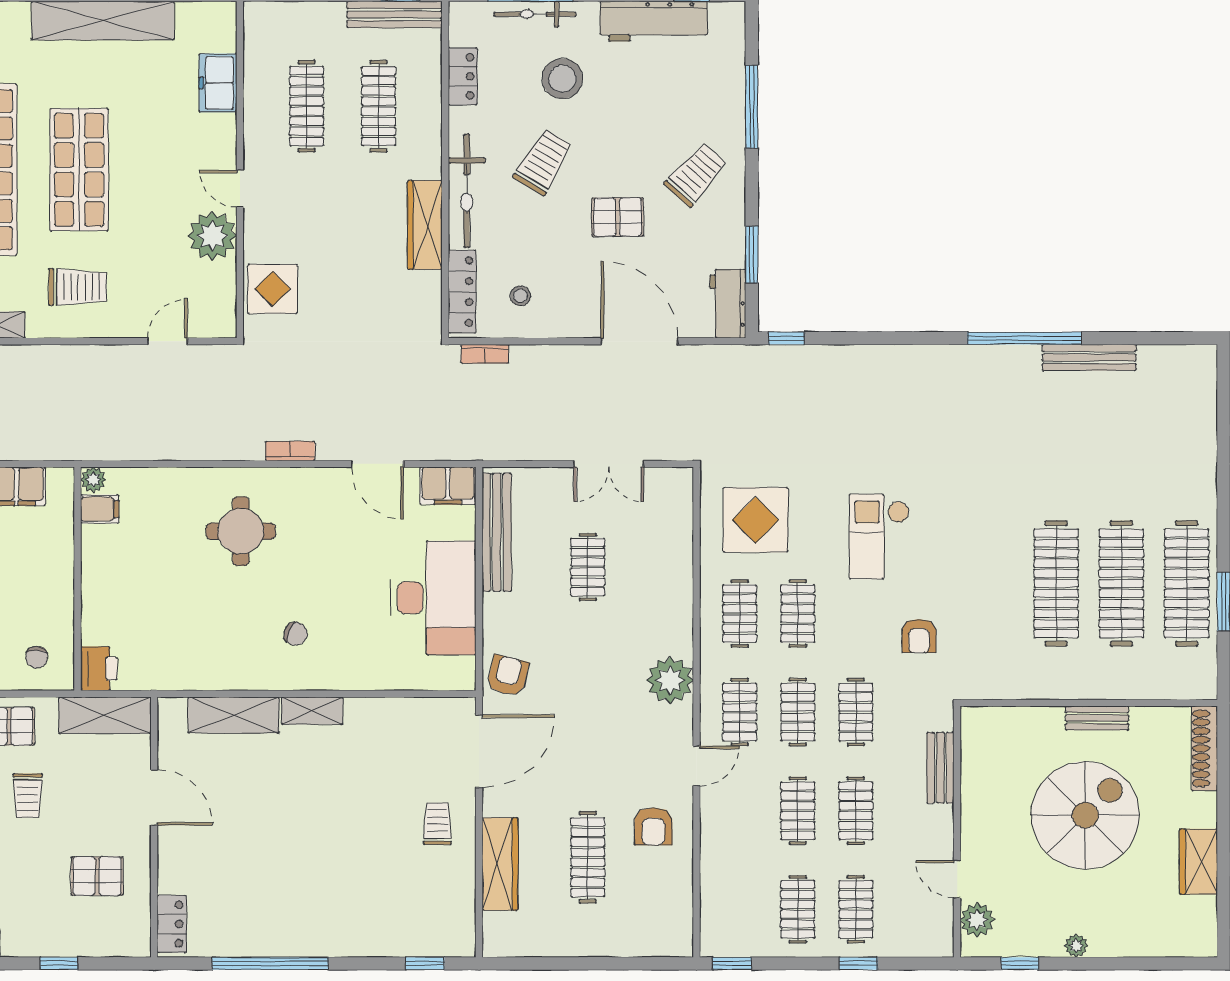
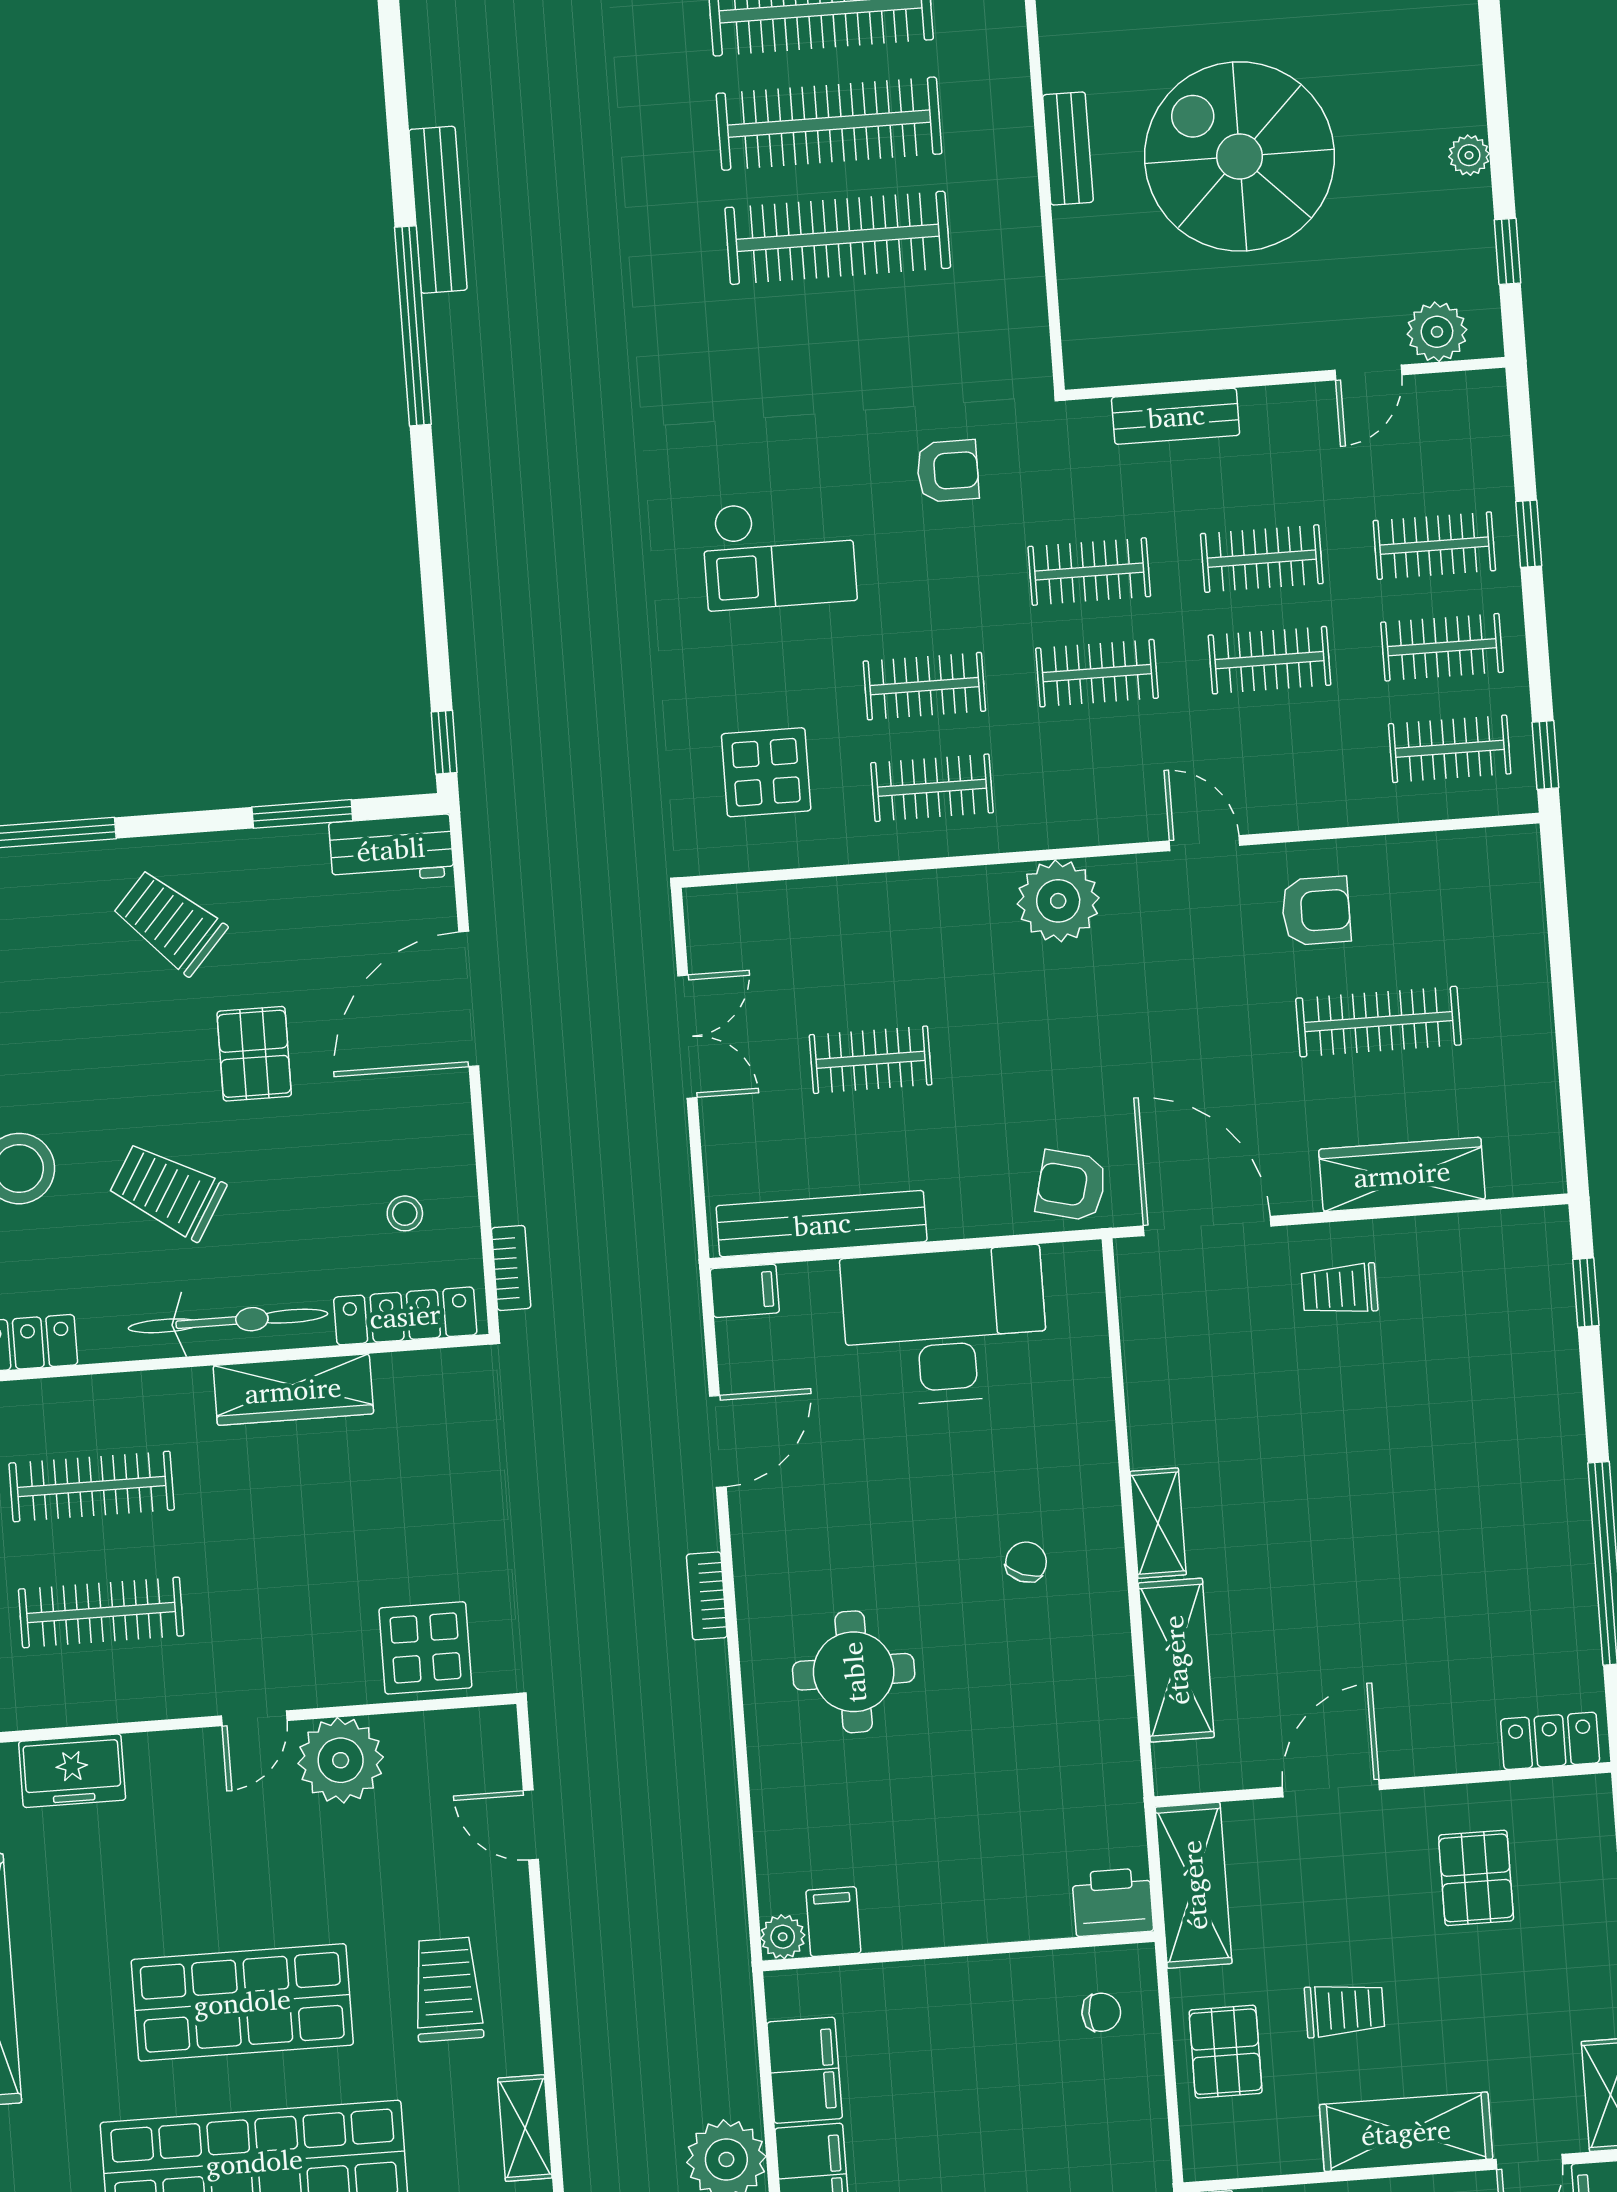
filing cabinet: (448, 486) -> (745, 1291), width x0.50
display table: (756, 520) -> (766, 772), width x0.73, depth x0.73
clothes rail: (740, 712) -> (1450, 749), moved

